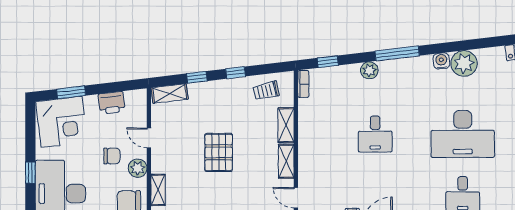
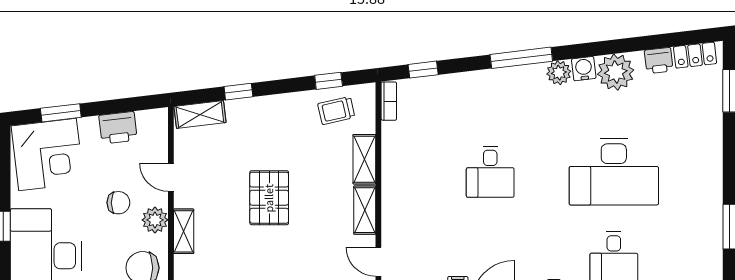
printer: (495, 55) -> (659, 61), added
plant: (369, 70) -> (559, 73), moved
window: (236, 73) -> (329, 81), moved
shelving: (158, 190) -> (184, 231), moved

